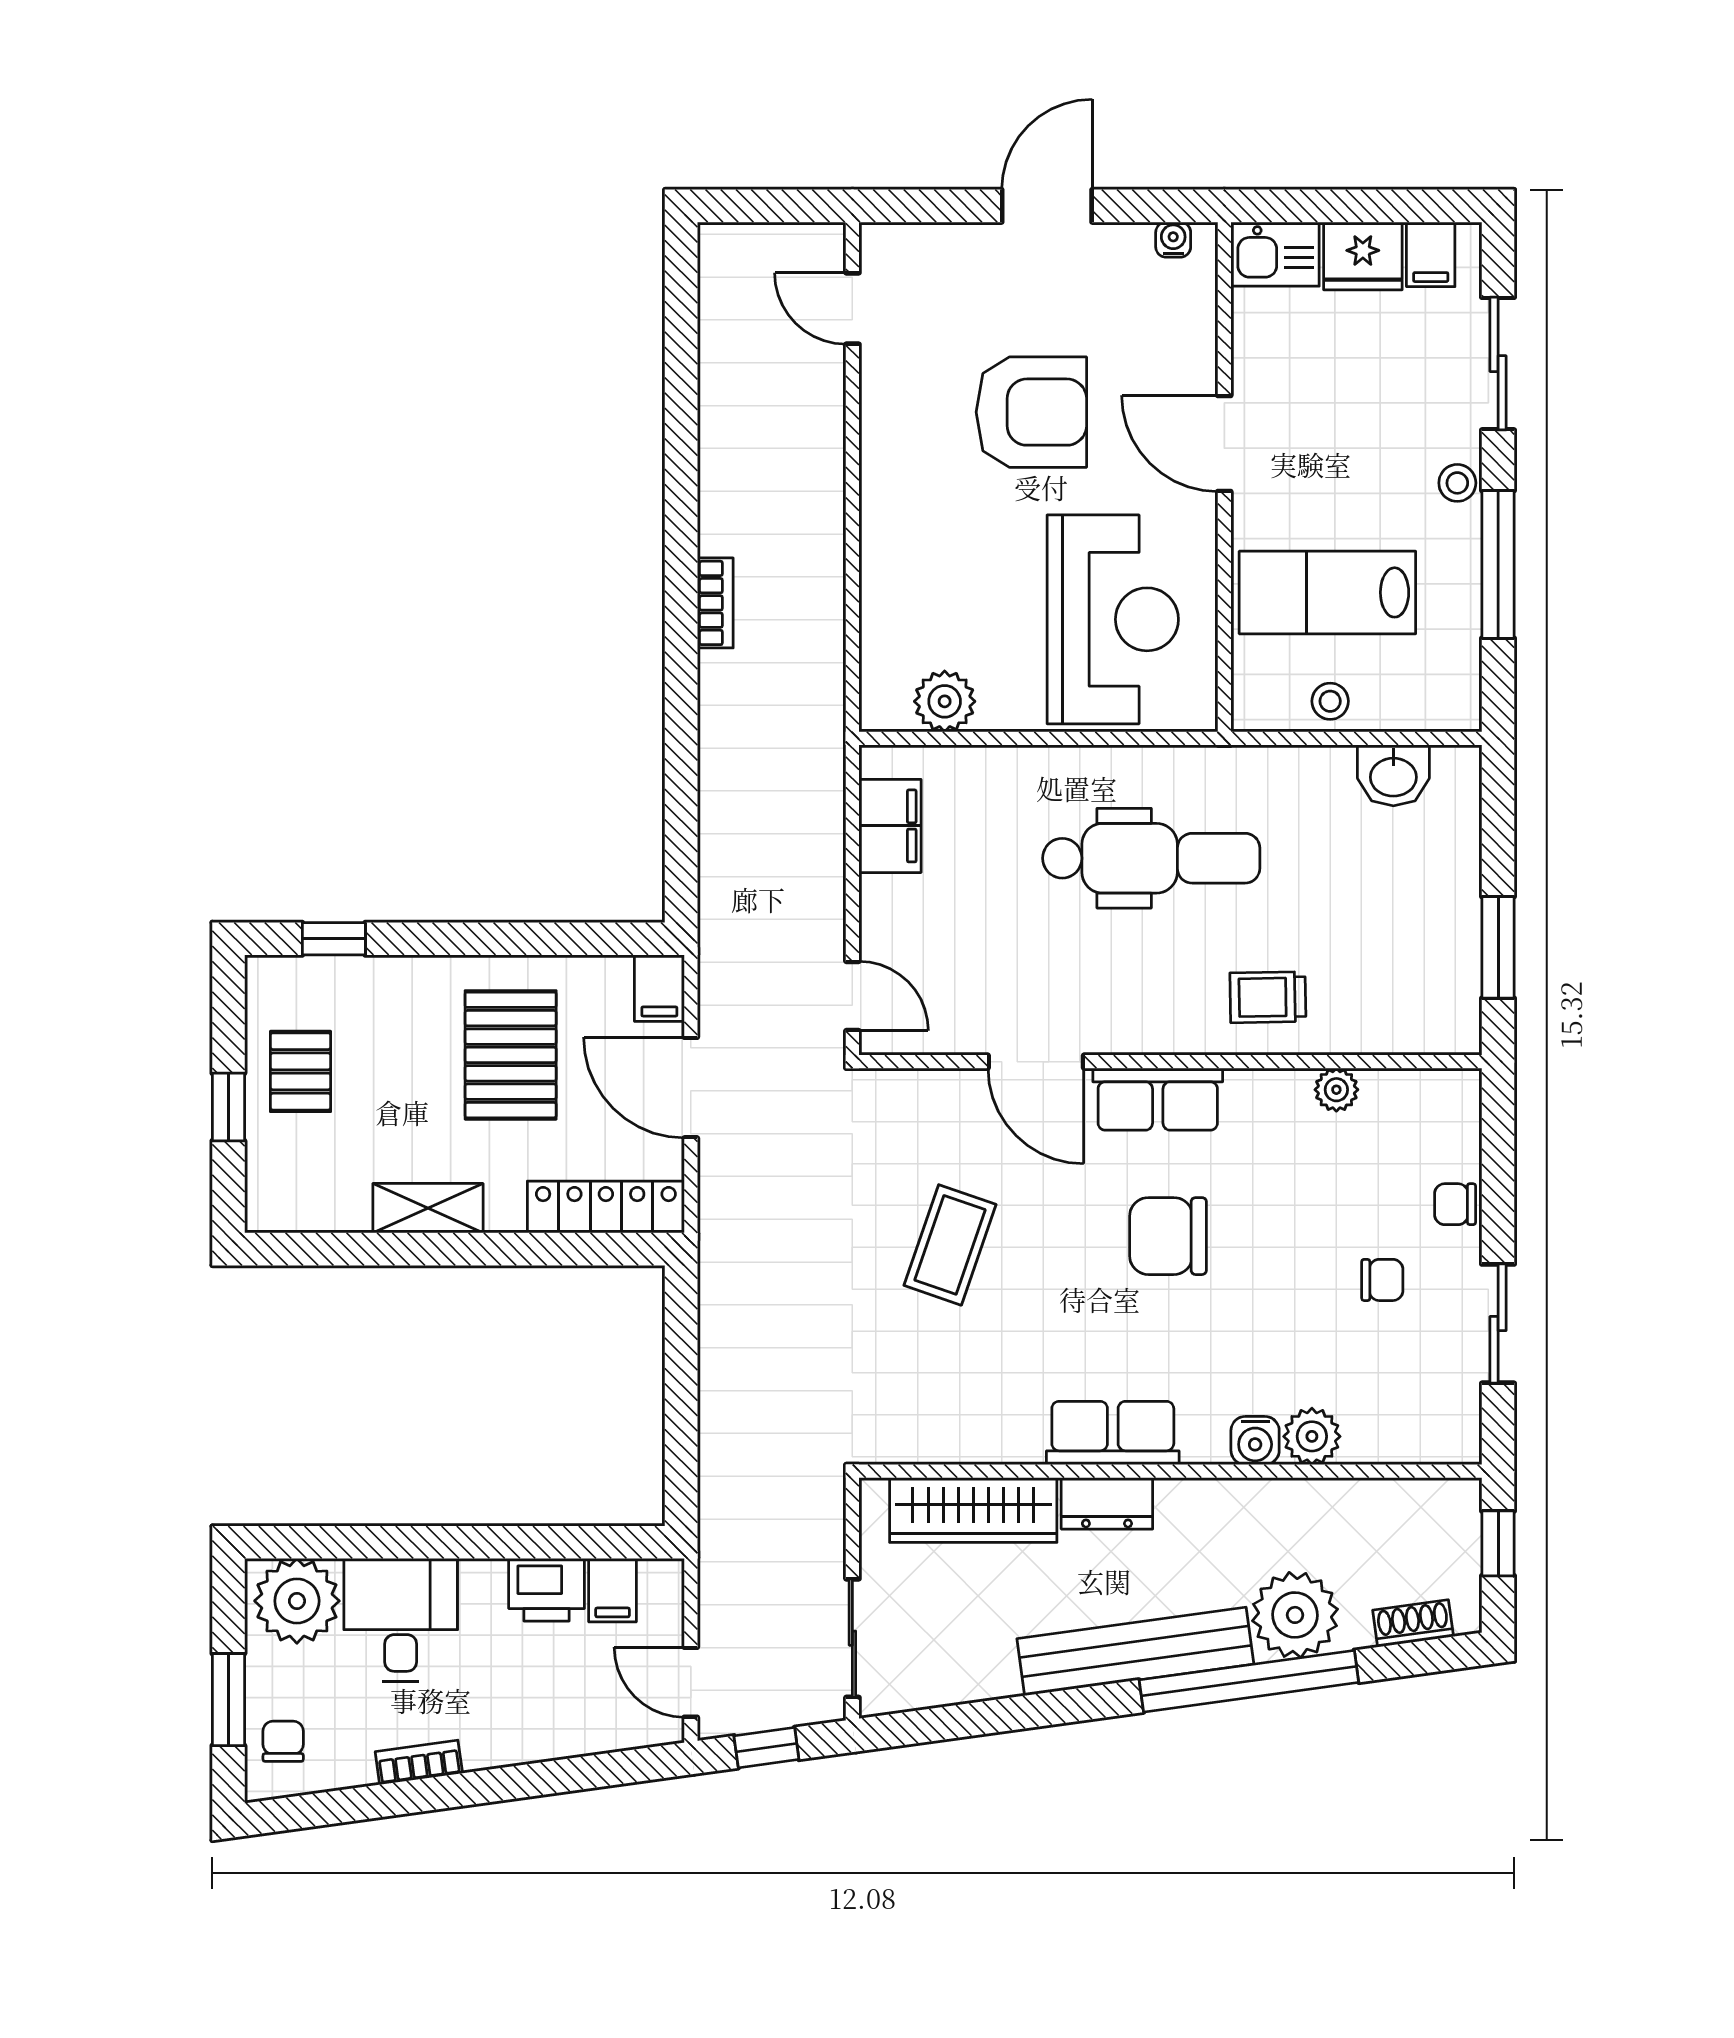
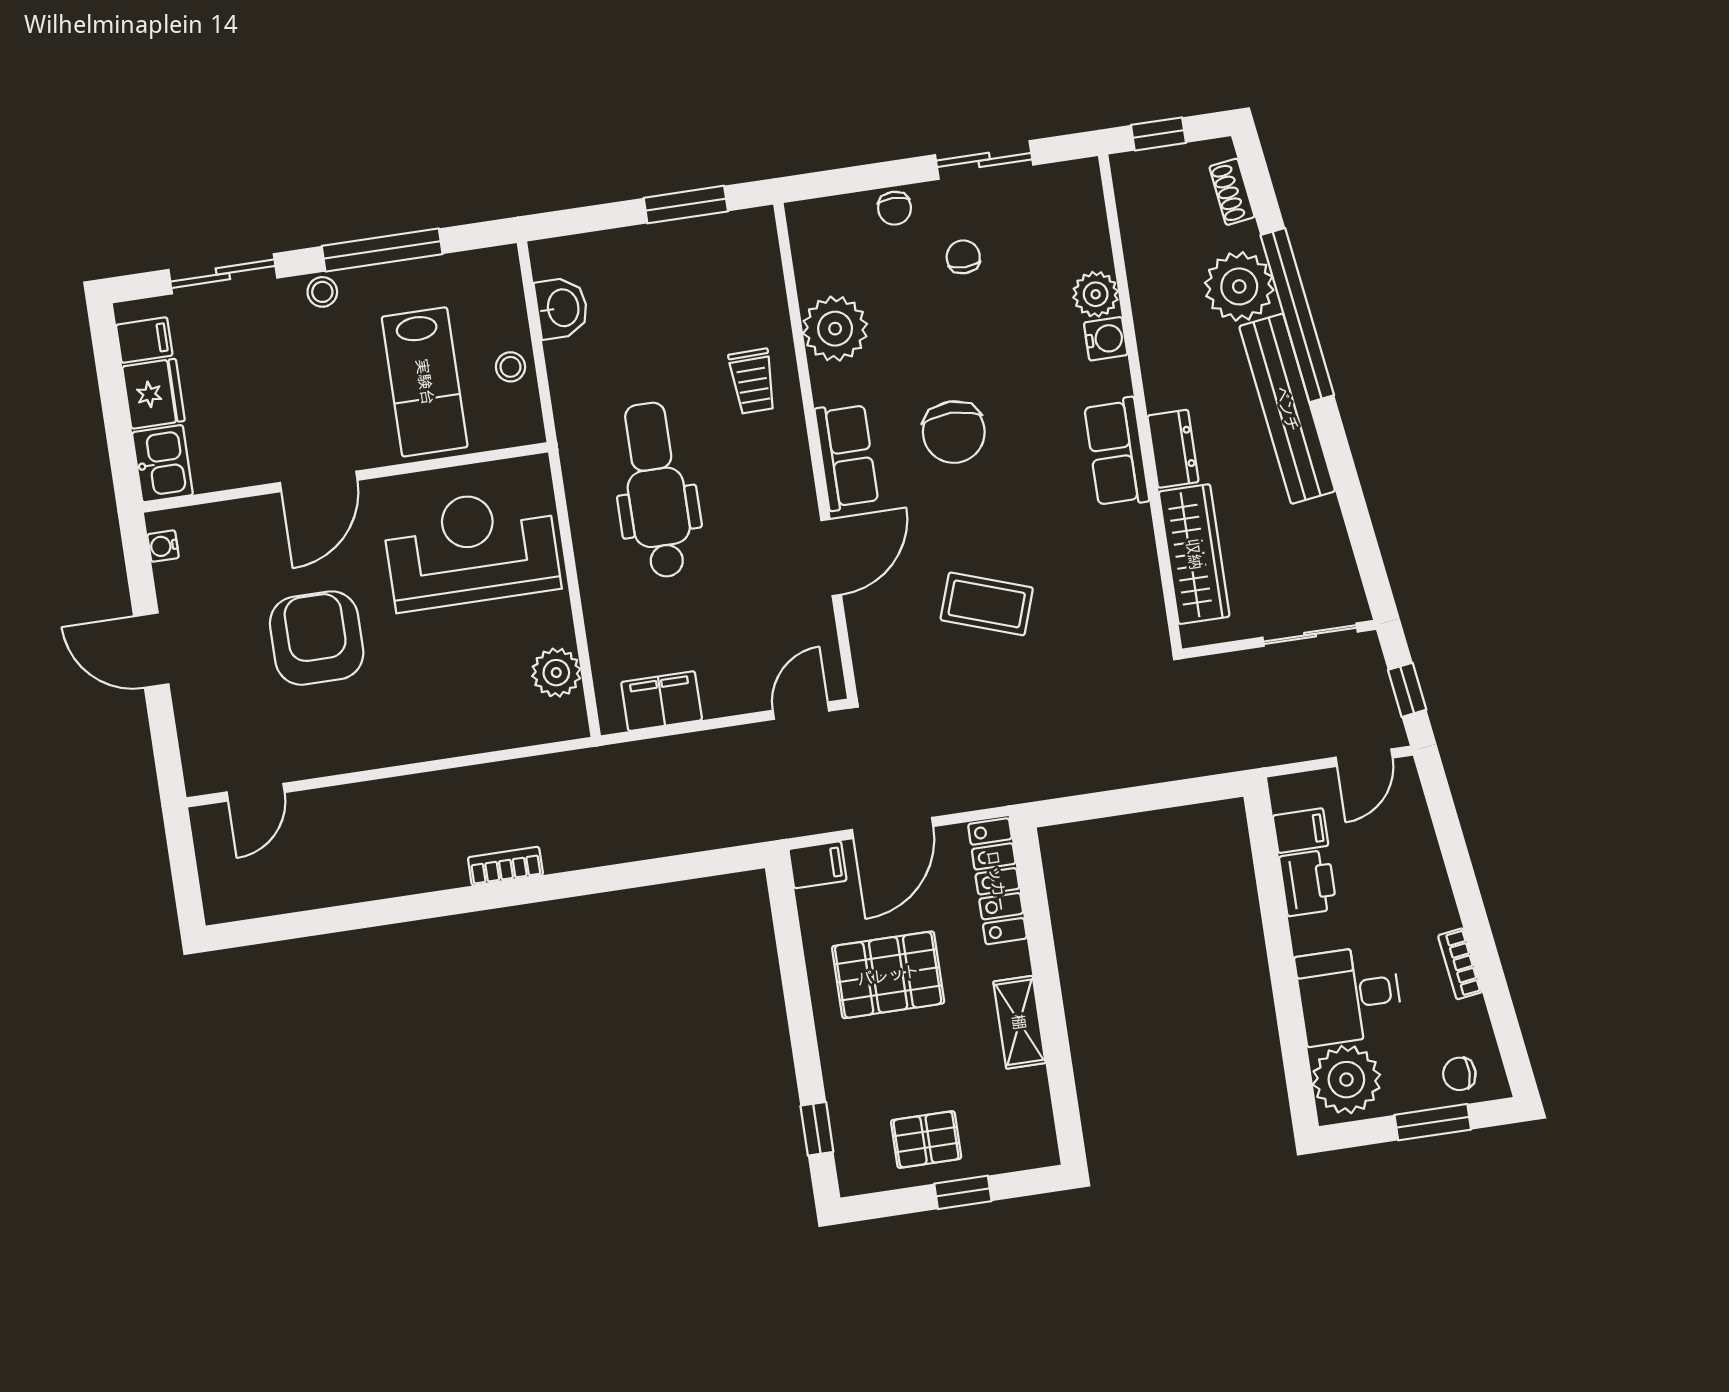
plant: (1336, 1090) -> (835, 329), width x1.87, depth x1.87

